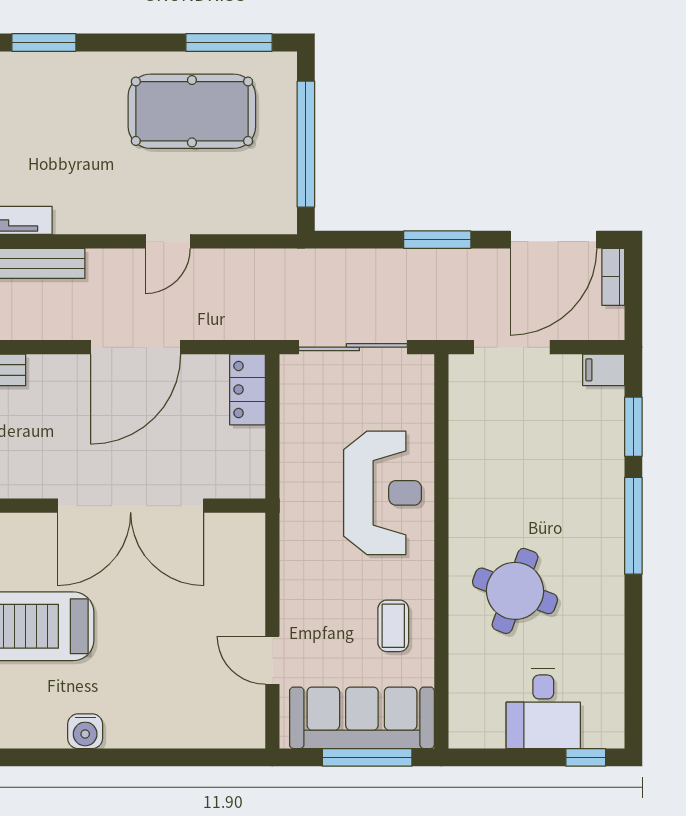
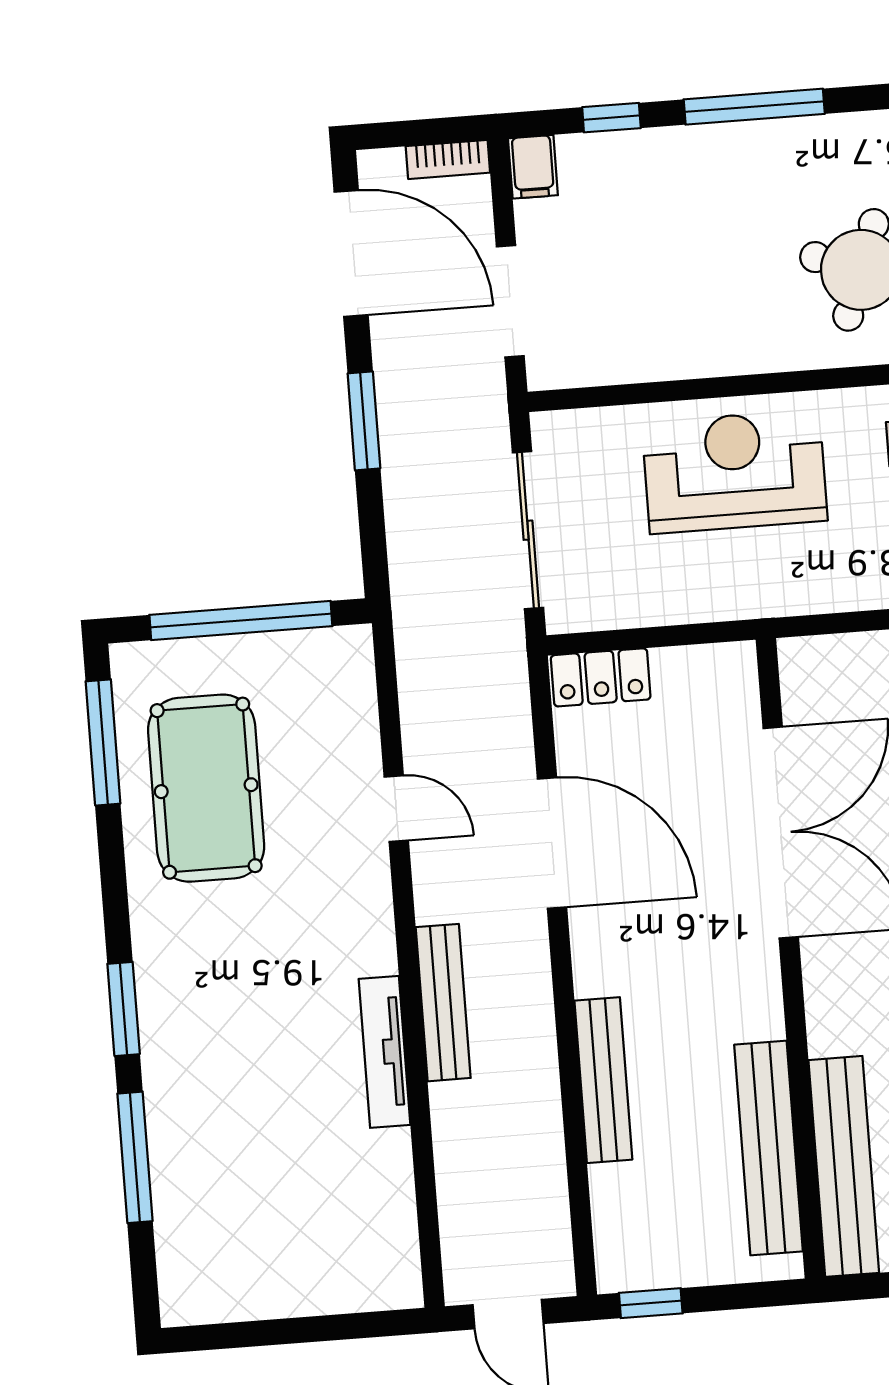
bookcase: (613, 277) -> (448, 159), moved
window: (633, 427) -> (611, 118), width x0.67

